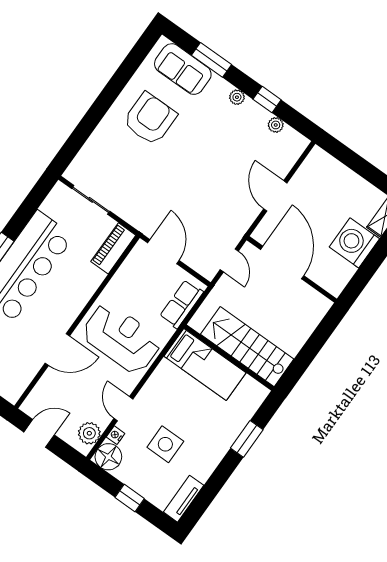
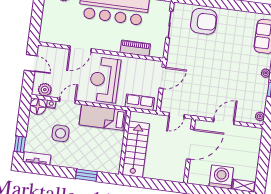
armchair: (150, 119) -> (204, 21), moved
plant: (276, 125) -> (260, 116), moved
piano: (113, 248) -> (135, 48), moved
reception desk: (121, 338) -> (105, 80), turned 180
door: (57, 349) -> (80, 49), hinge flipped
bed: (205, 364) -> (103, 118), moved, turned 90
window: (130, 498) -> (20, 144), moved

